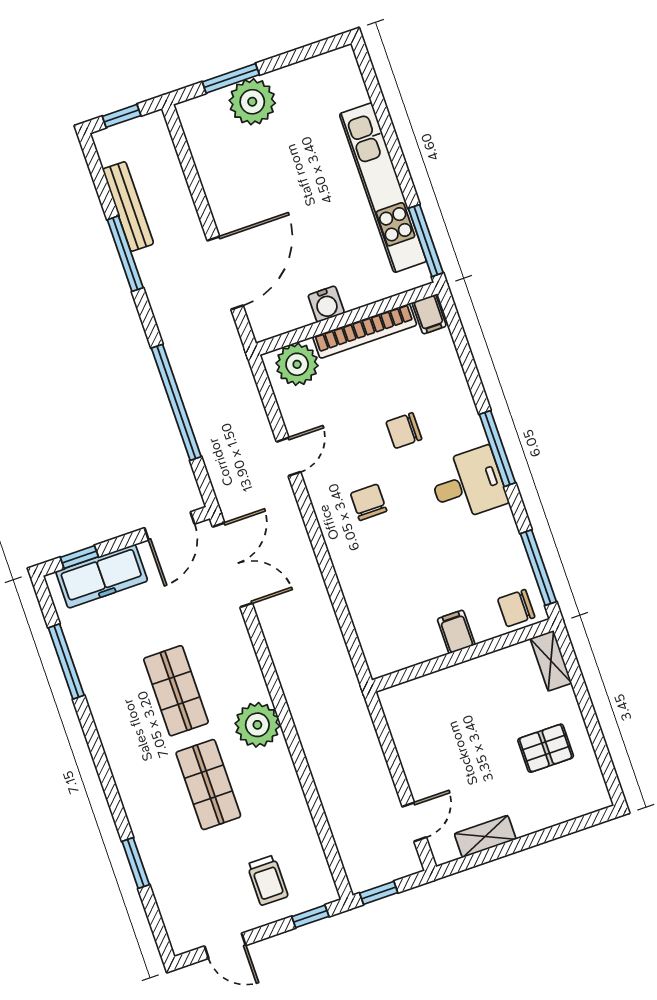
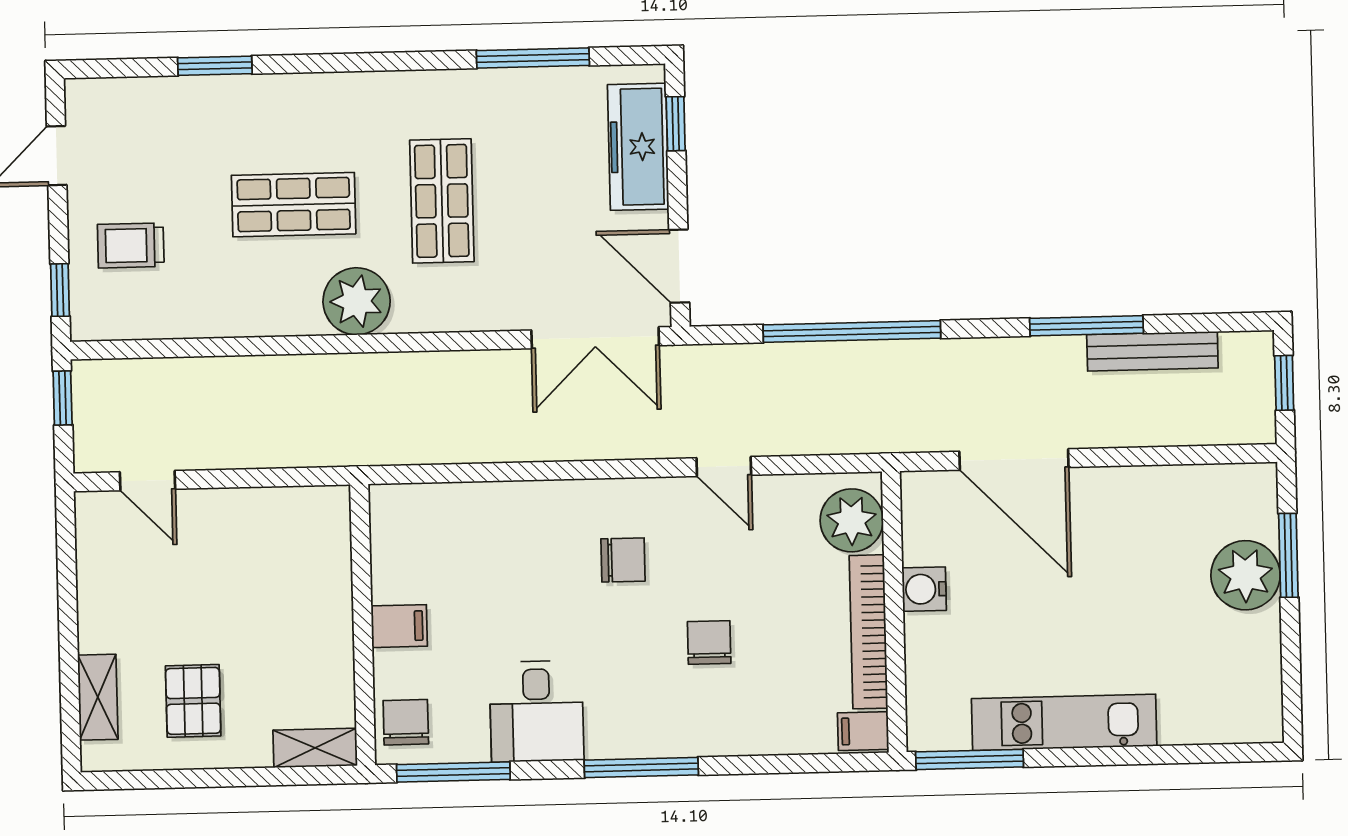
kitchen unit: (383, 188) -> (1064, 722), width x0.73
desk: (468, 484) -> (537, 711), moved
shop shelf: (176, 691) -> (442, 201), turned 90
shelving: (485, 836) -> (98, 697), moved

